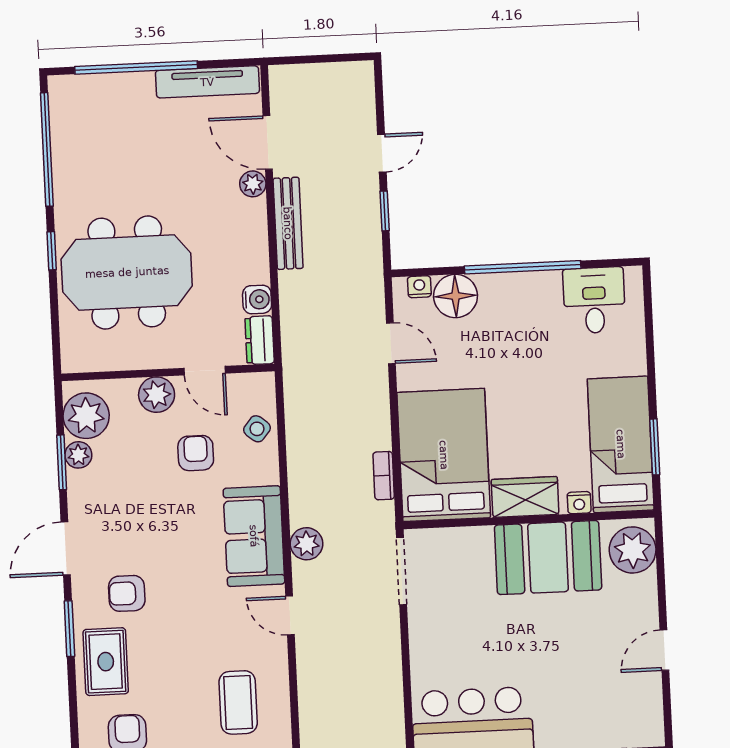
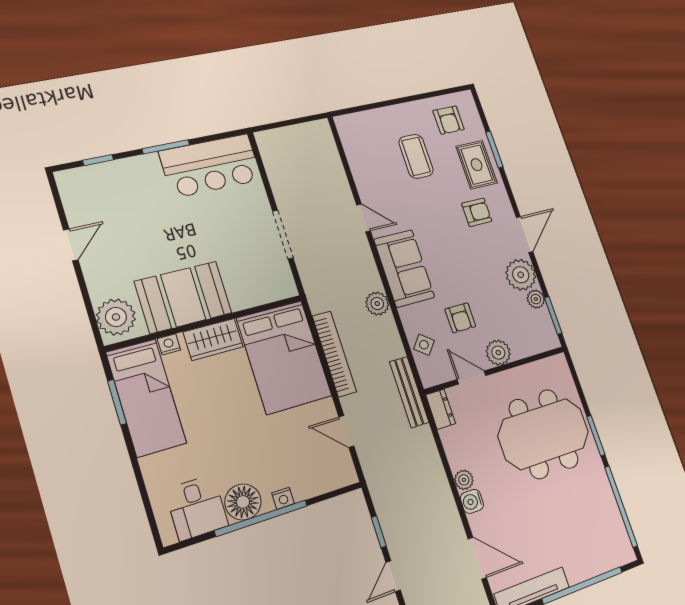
plant: (253, 184) -> (464, 480), moved
bench: (288, 223) -> (409, 392), moved
window: (52, 251) -> (596, 436), width x1.50
nightstand: (419, 287) -> (283, 498), moved
floor lamp: (456, 296) -> (243, 502), moved
water cooler: (257, 299) -> (472, 501), moved
plant: (86, 416) -> (521, 275), moved
window: (62, 462) -> (553, 315), moved
bookcase: (384, 476) -> (334, 354), width x2.31, depth x1.31
plant: (307, 544) -> (377, 304), moved
doorway: (402, 571) -> (283, 235), moved
window: (69, 629) -> (494, 150), moved
coffee table: (238, 702) -> (416, 156), moved

